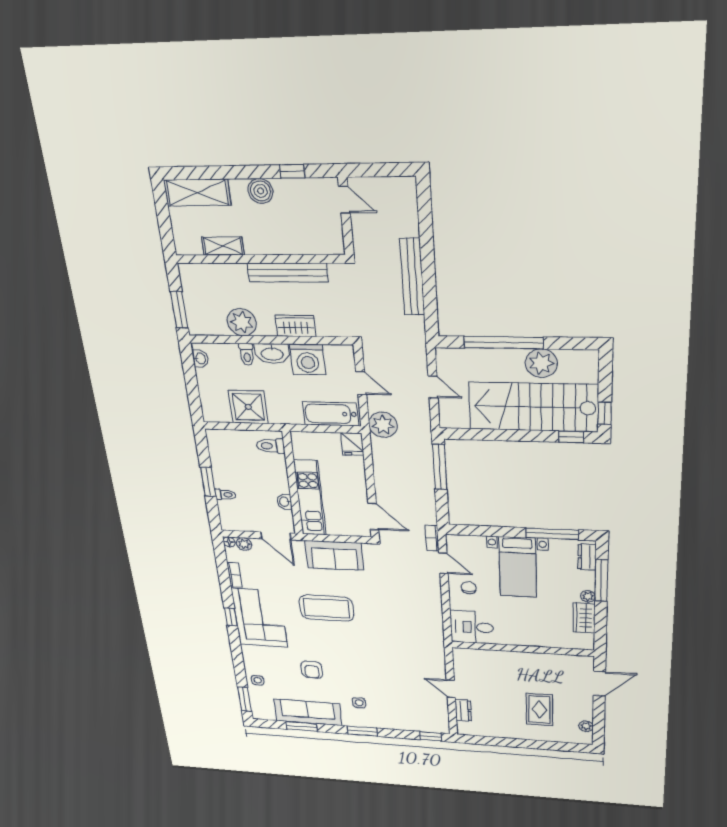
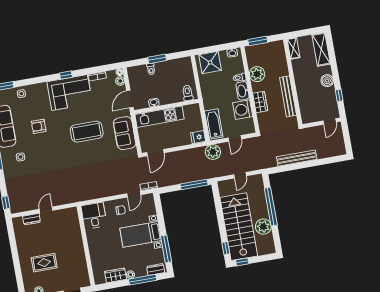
shelving: (223, 246) -> (293, 48), moved
shower: (248, 407) -> (210, 62), moved
coffee table: (326, 608) -> (87, 132), turned 90

